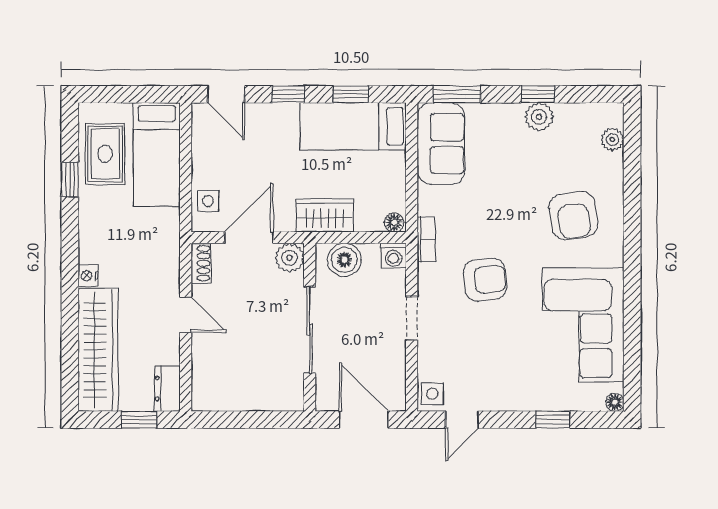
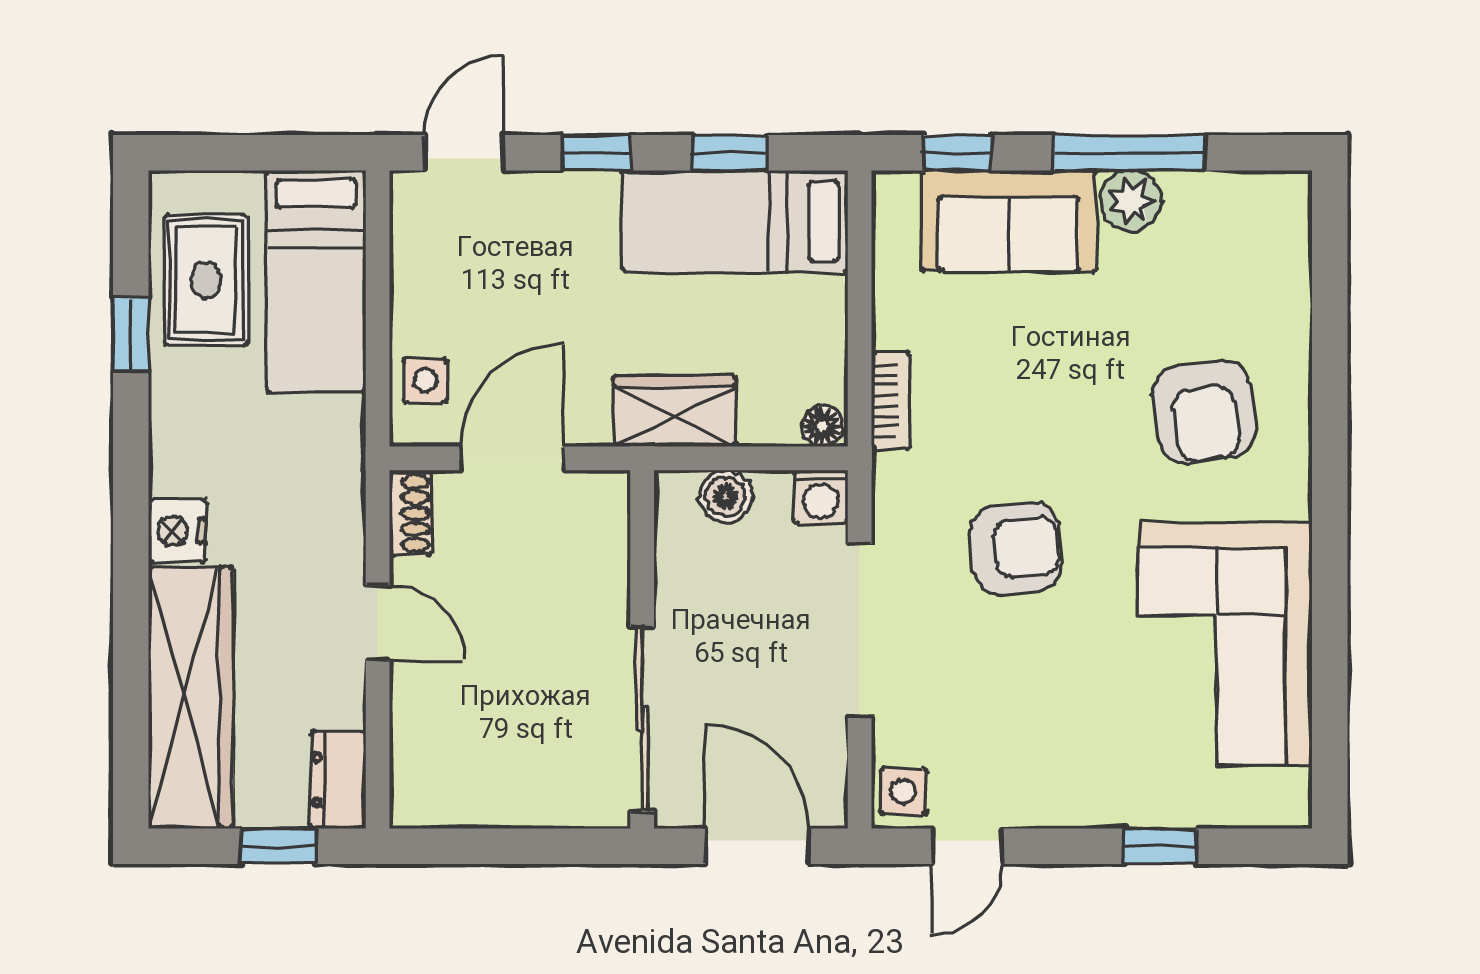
door: (226, 94) -> (464, 153), swing flipped
window: (457, 94) -> (957, 153), width x0.67
window: (538, 94) -> (1129, 153), width x2.17
plant: (612, 139) -> (1288, 249), removed
sofa: (441, 144) -> (1008, 221), moved, turned 90
bookcase: (426, 239) -> (891, 401), moved
plant: (290, 258) -> (599, 501), removed
boiler: (344, 260) -> (726, 496), width x0.73, depth x0.73
nightstand: (88, 276) -> (177, 531), width x1.39, depth x1.35
doorway: (412, 318) -> (860, 630), width x1.87
sliding door: (310, 330) -> (642, 719), moved
floor lamp: (615, 402) -> (1293, 809), removed

